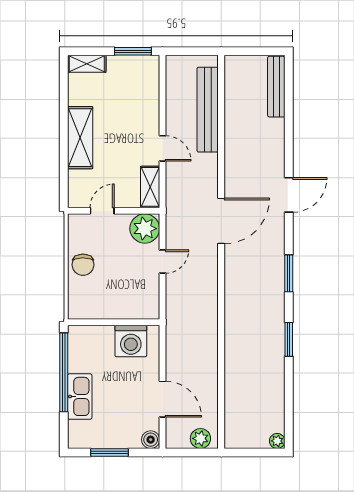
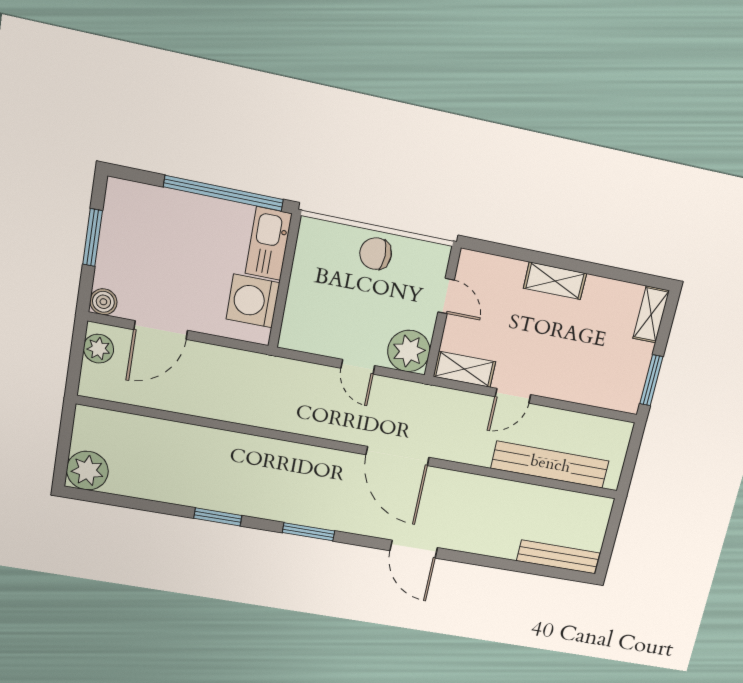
shelving: (80, 138) -> (555, 281), width x0.67, depth x0.75
kitchen sink: (80, 396) -> (269, 244), moved, turned 90
plant: (200, 438) -> (98, 349), moved
plant: (277, 441) -> (87, 471), width x1.87, depth x1.87

